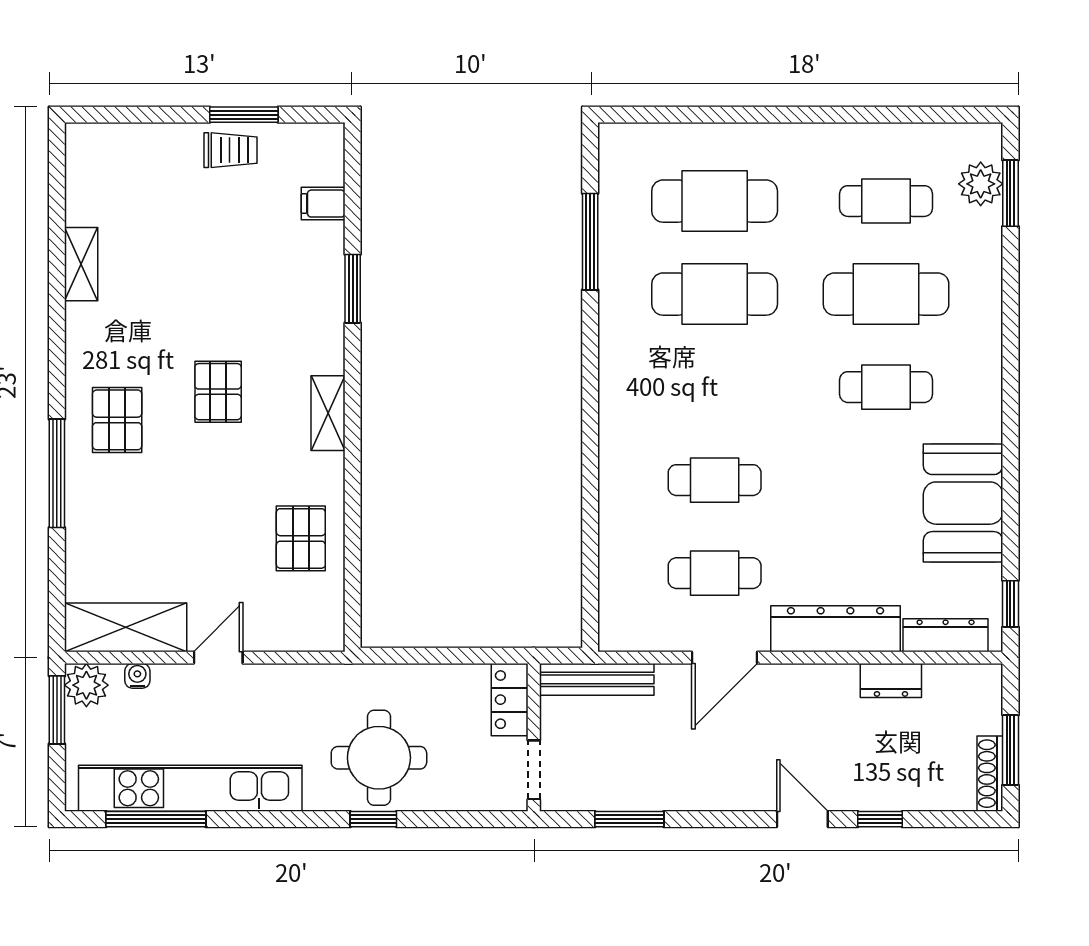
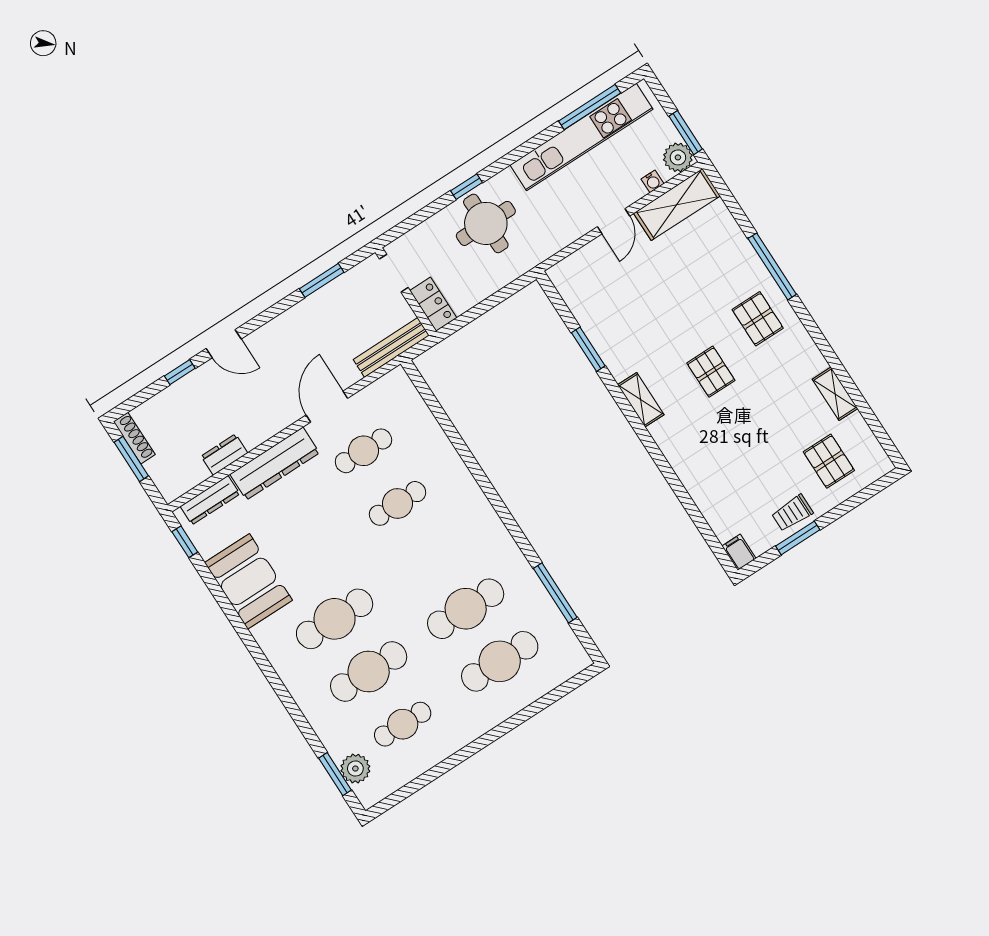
filing cabinet: (323, 204) -> (739, 552), moved, turned -90
window: (353, 289) -> (588, 349), moved
cafe table: (886, 387) -> (335, 619), width x1.37, depth x1.35
pallet: (301, 538) -> (829, 461), moved

